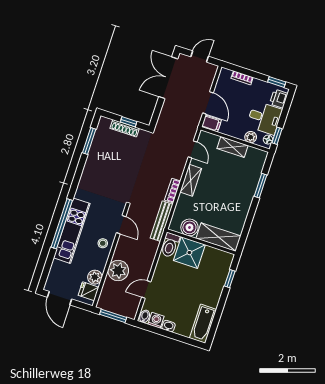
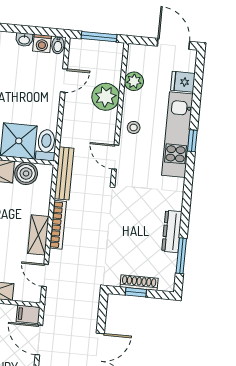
dresser: (92, 160) -> (172, 231), added
bookcase: (173, 191) -> (58, 225), width x1.56
window: (62, 224) -> (192, 141), width x0.32
fridge: (89, 291) -> (183, 82), moved, turned 180

